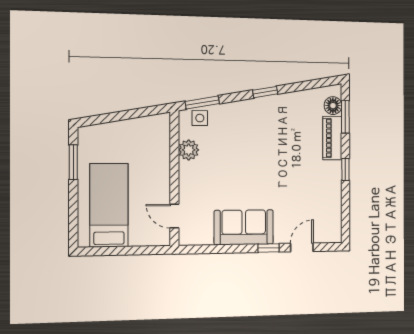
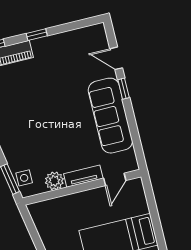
tv unit: (186, 183) -> (83, 176), added
sofa: (244, 227) -> (110, 116), width x1.36

